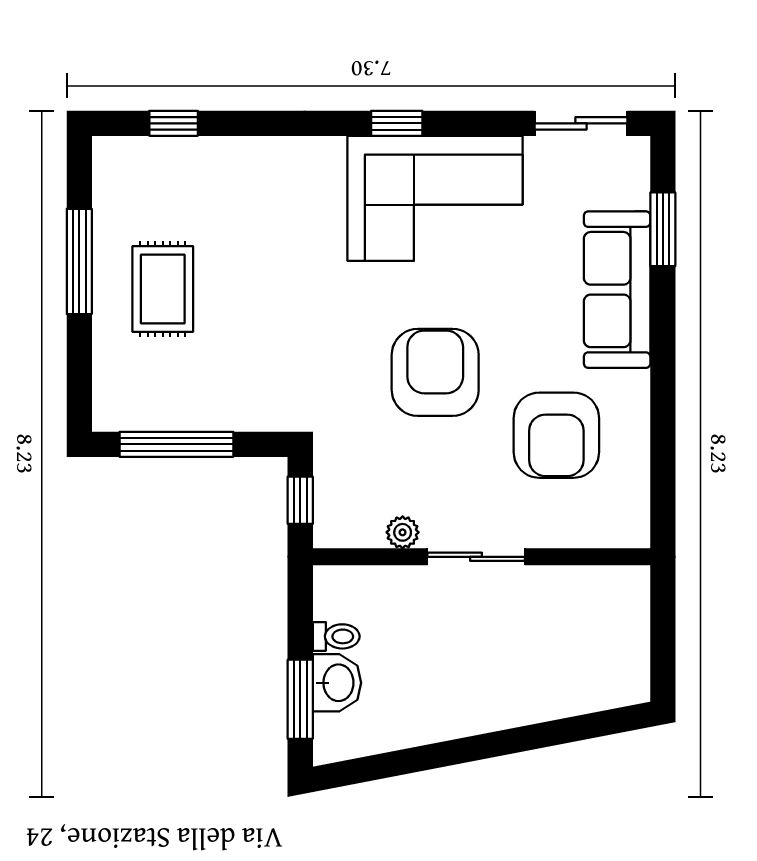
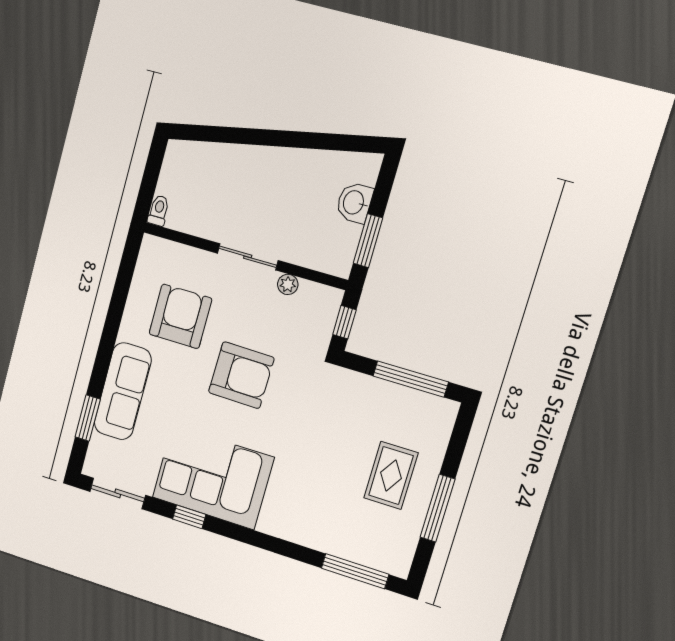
window: (174, 123) -> (355, 571), width x2.17
window: (397, 123) -> (189, 517), moved
armchair: (435, 372) -> (241, 375), turned -89
toilet: (336, 636) -> (159, 211), moved, turned 90
window: (300, 699) -> (368, 241), moved

